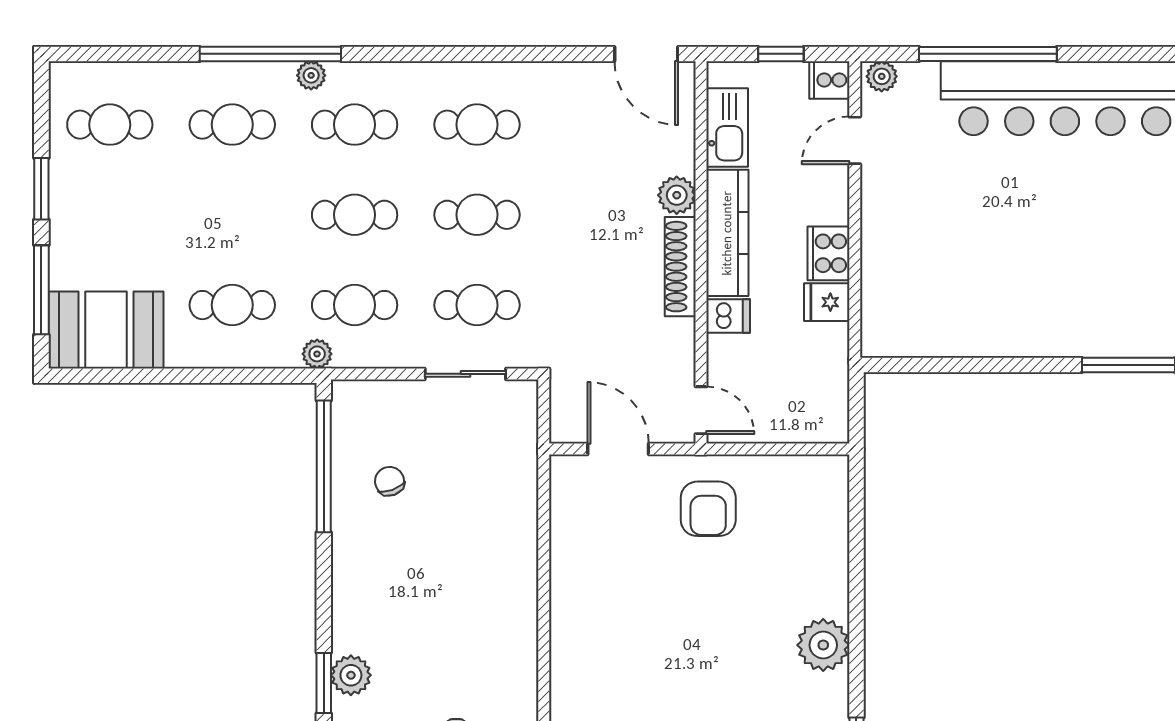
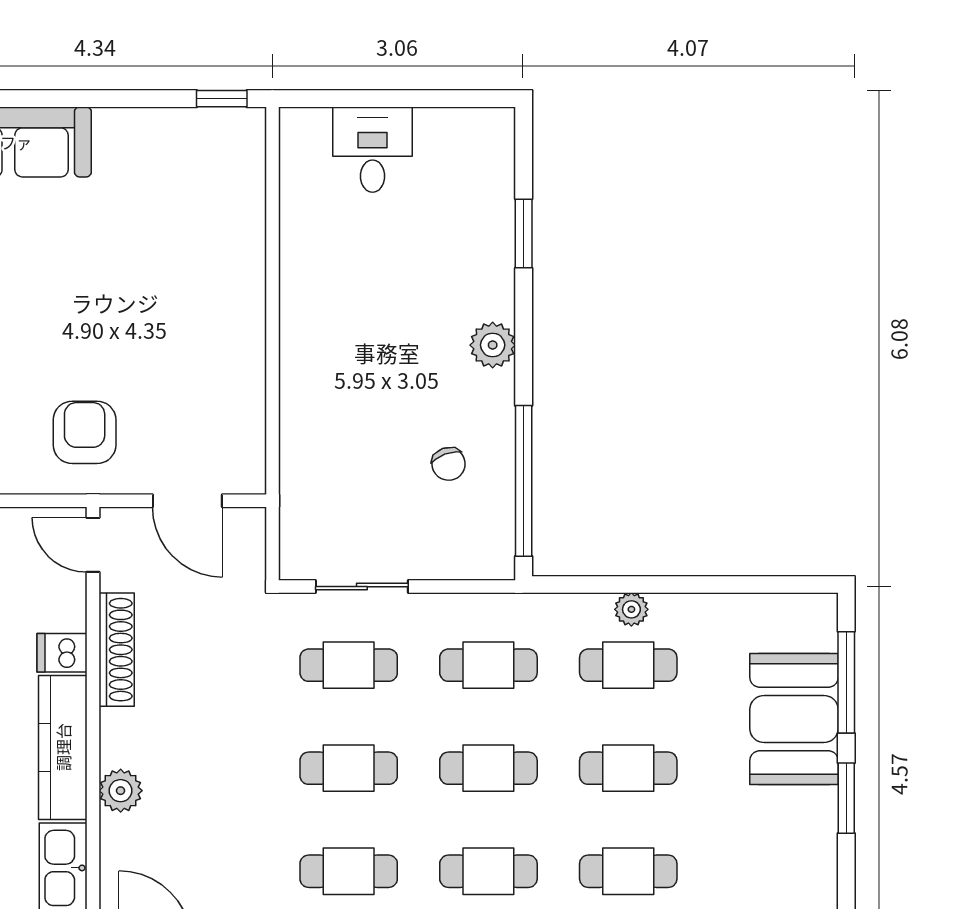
cafe table: (110, 125) -> (628, 768), moved
shoe rack: (680, 267) -> (117, 650), moved
booth: (106, 330) -> (794, 719), moved, turned 90
plant: (317, 354) -> (631, 609), moved
plant: (351, 675) -> (493, 345), moved

